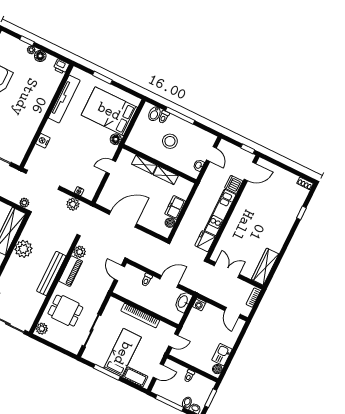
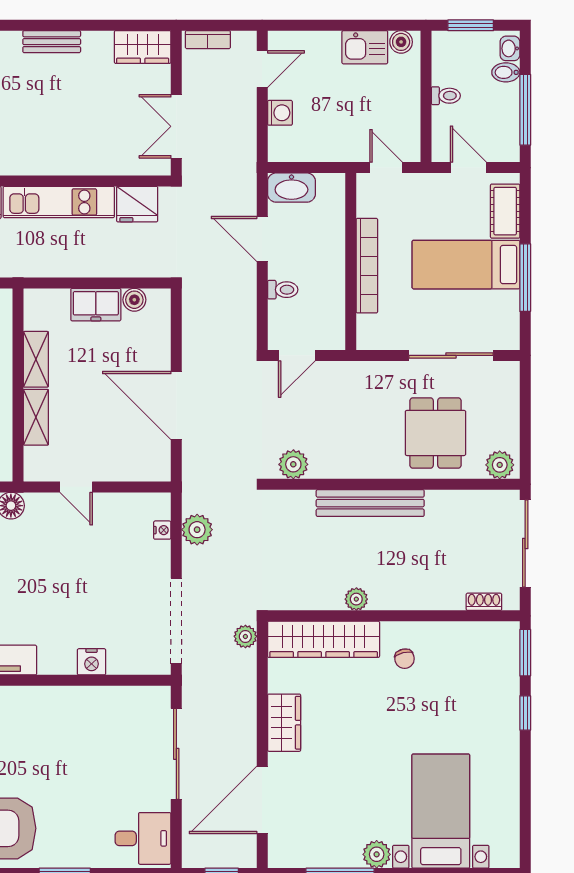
bench: (281, 239) -> (52, 42), added
plant: (24, 249) -> (356, 599), width x0.53, depth x0.53
wardrobe: (265, 267) -> (143, 47), width x0.67
piano: (71, 271) -> (345, 463), removed
washing machine: (199, 304) -> (280, 113), moved

